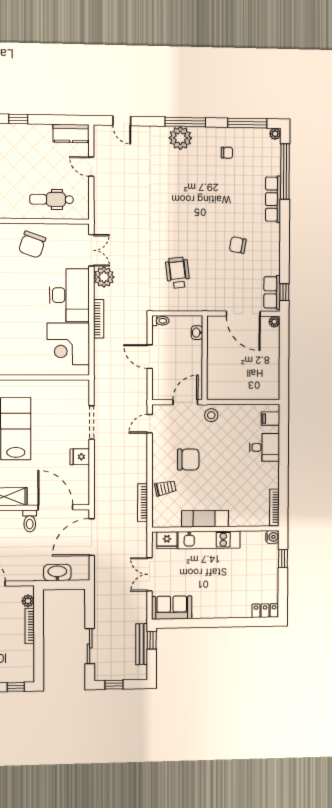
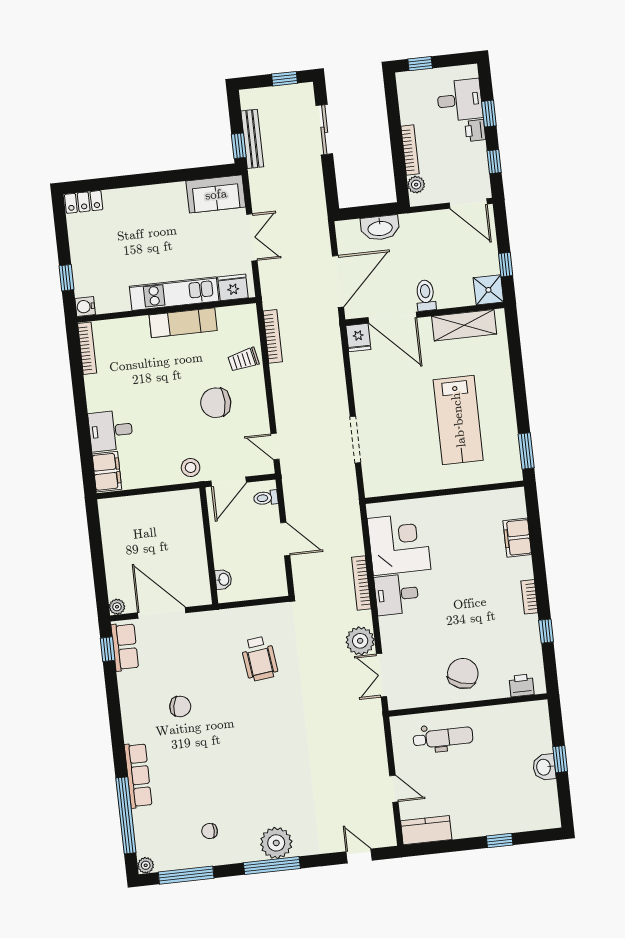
desk: (69, 295) -> (397, 594), width x0.53, depth x0.77
toilet: (160, 321) -> (266, 498), moved
filing cabinet: (270, 419) -> (107, 472), width x2.00
door: (150, 424) -> (275, 446), swing flipped
fridge: (80, 457) -> (358, 338), moved, turned 90

